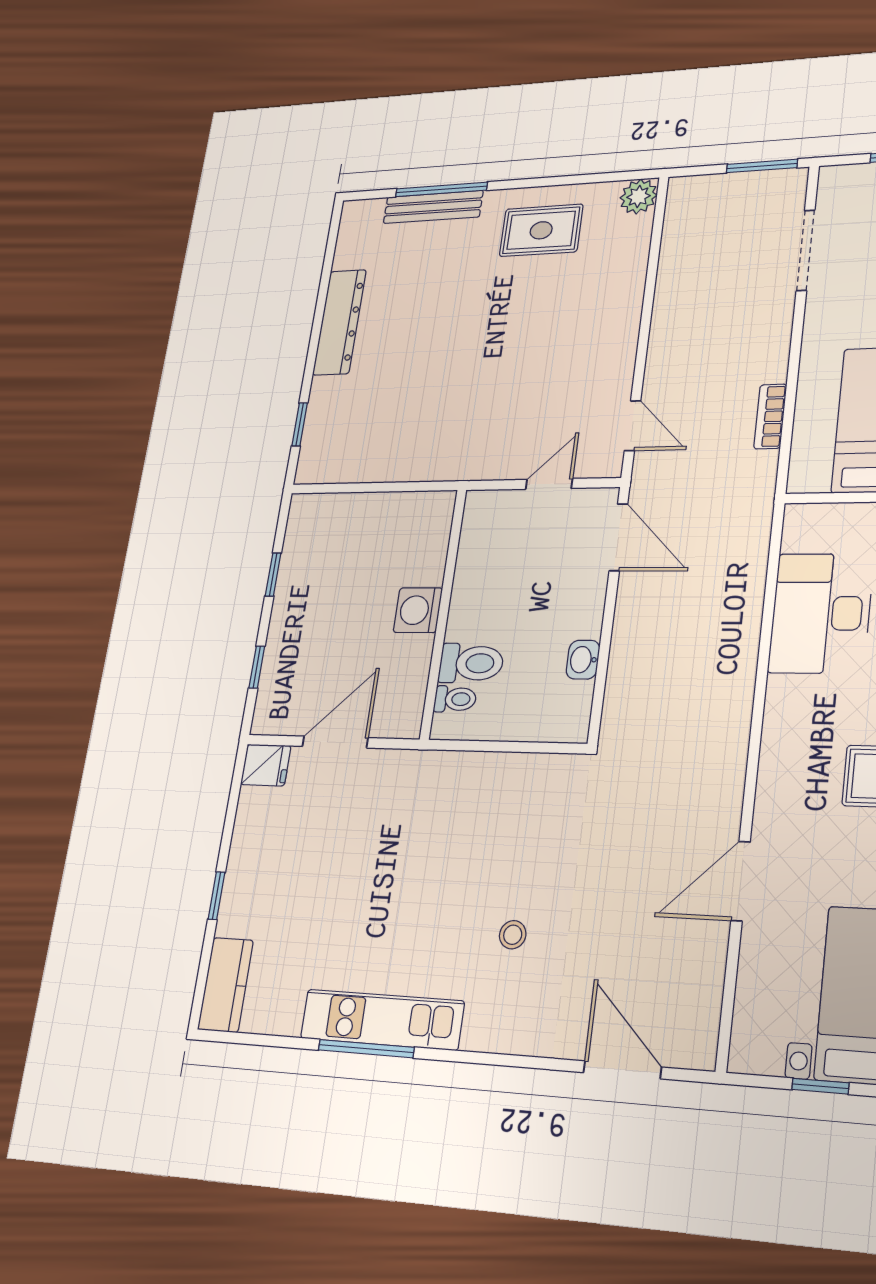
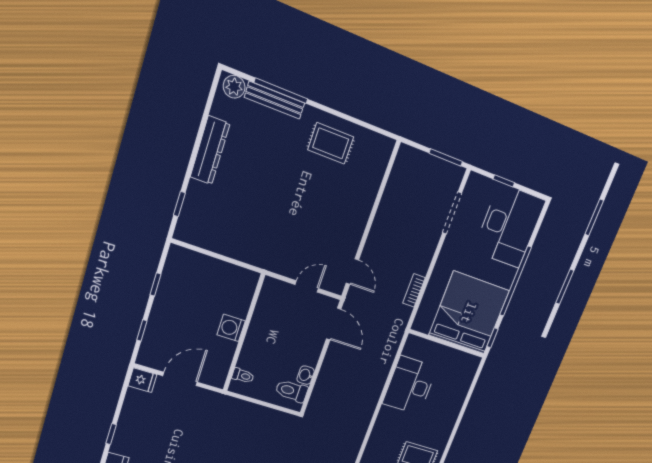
plant: (639, 196) -> (234, 87), moved
toilet: (471, 663) -> (292, 391), moved, turned 180

